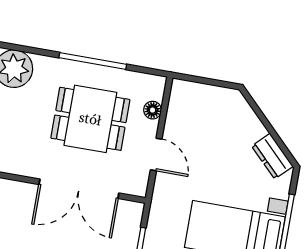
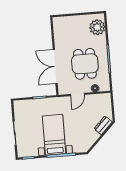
dresser: (272, 156) -> (103, 125), moved

